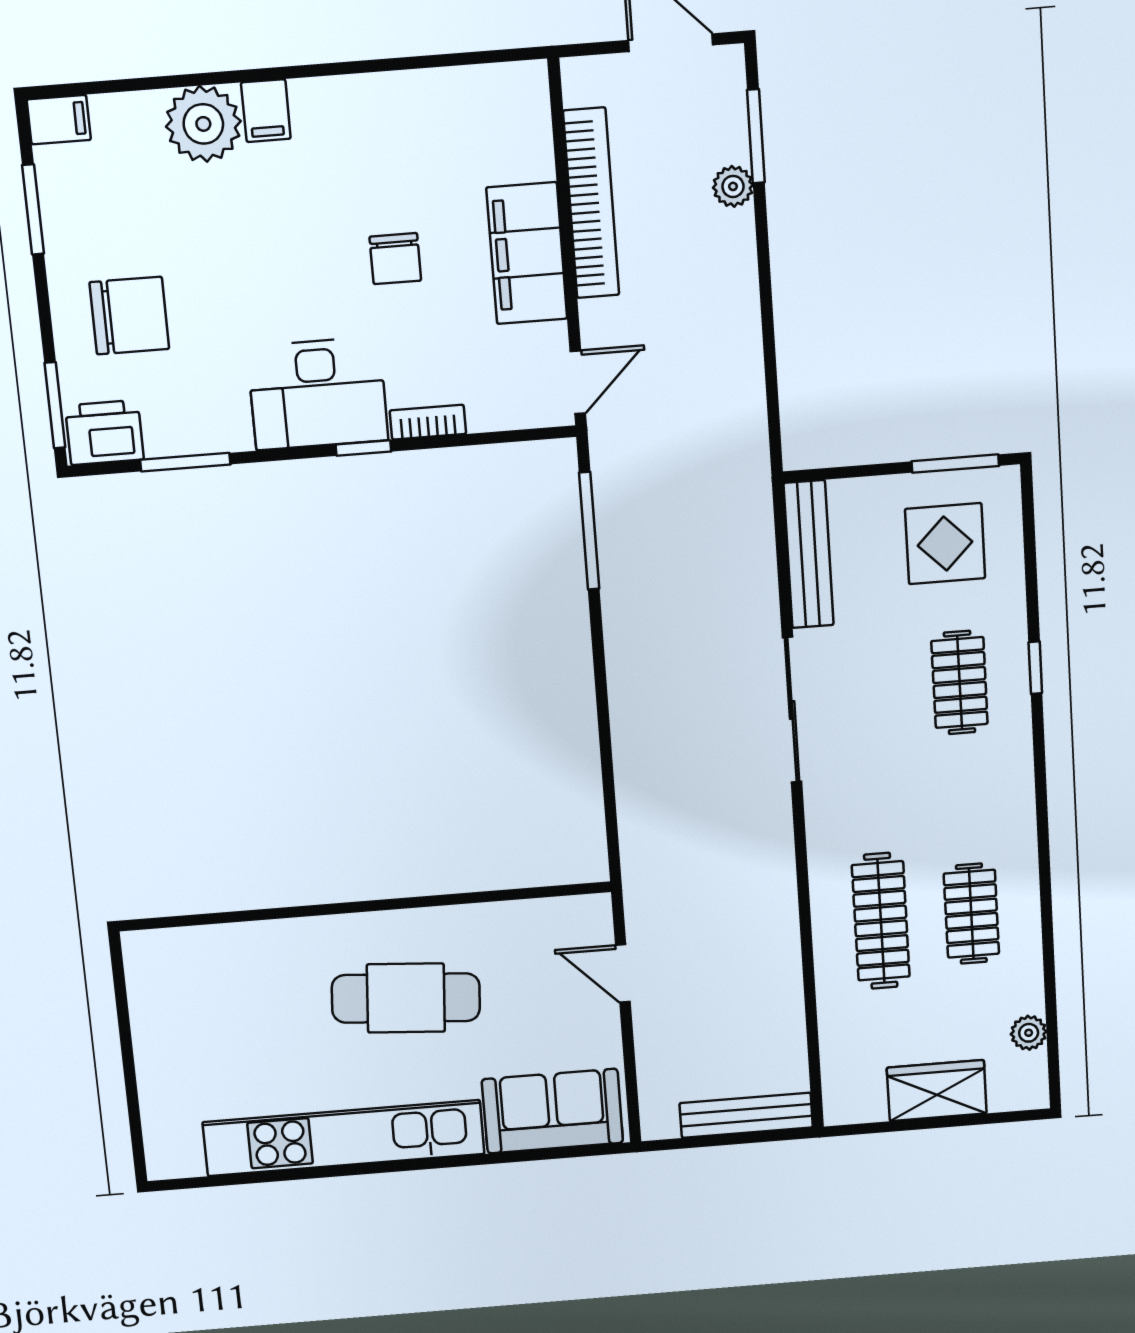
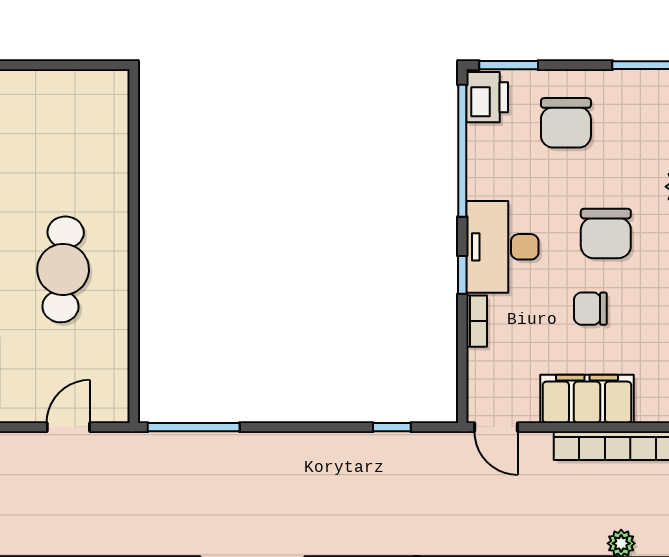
chair: (284, 244) -> (606, 233), added
window: (185, 462) -> (462, 151), width x2.11
window: (589, 531) -> (392, 427), width x0.46
window: (610, 805) -> (194, 427), added

